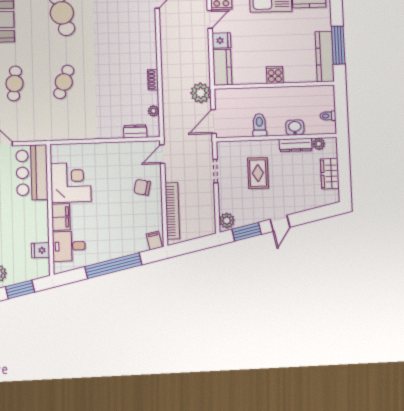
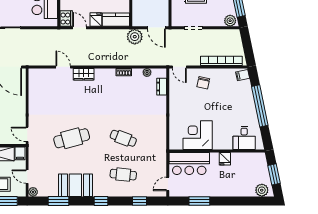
wardrobe: (148, 26) -> (84, 74), added
filing cabinet: (61, 217) -> (223, 143), removed
fridge: (40, 250) -> (225, 159), moved

